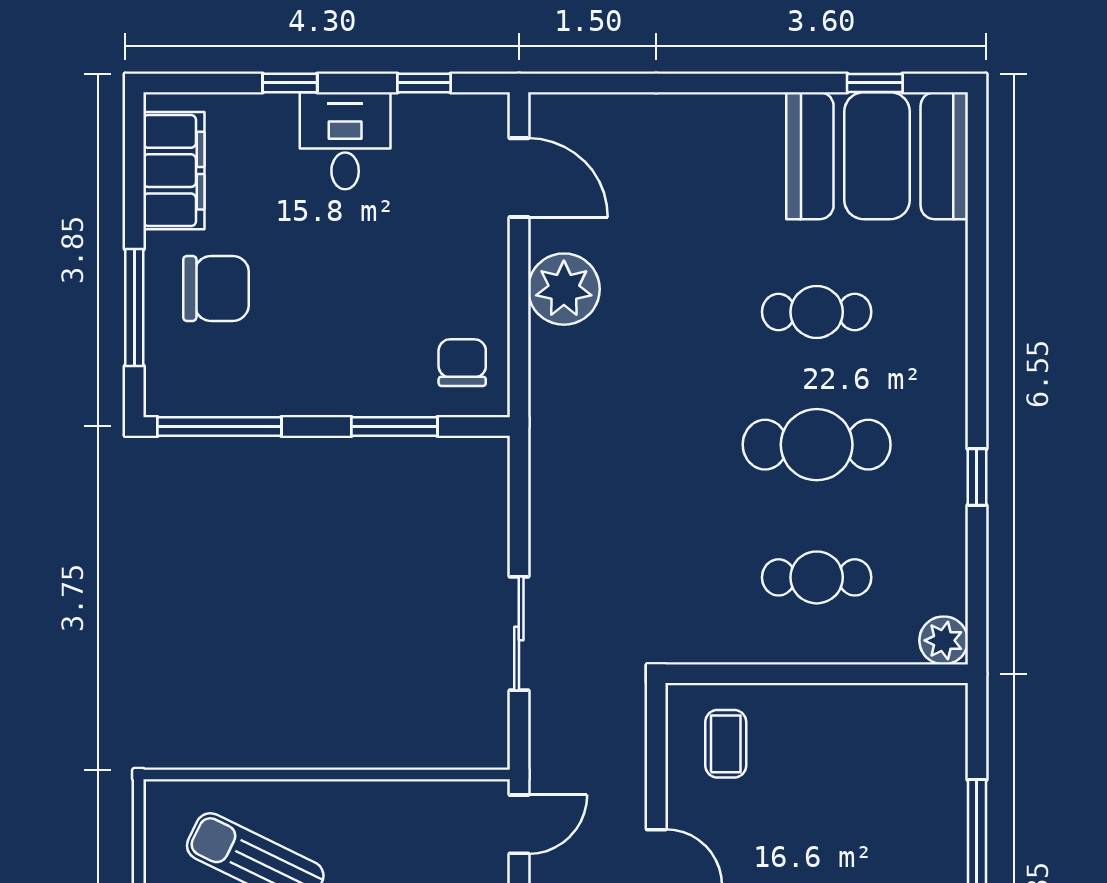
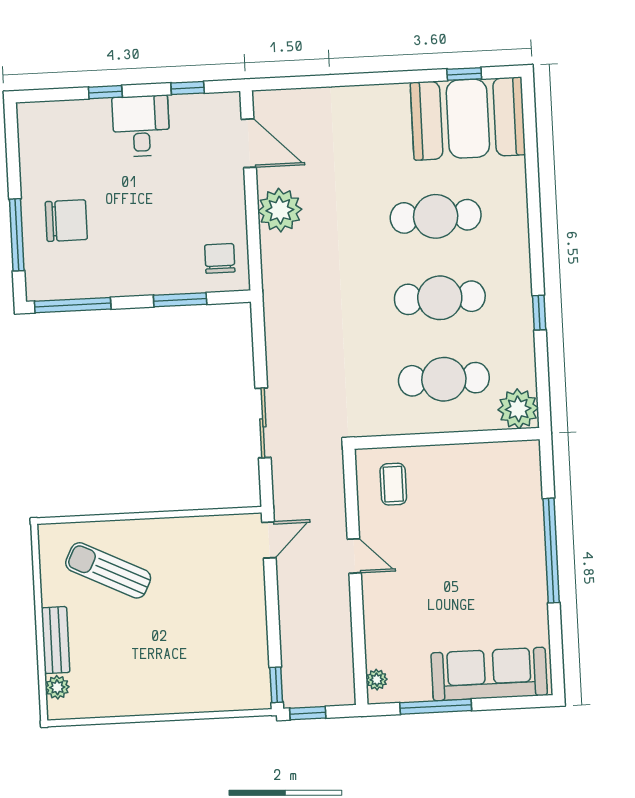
filing cabinet: (174, 171) -> (37, 150), removed
cafe table: (817, 312) -> (436, 216), width x1.37, depth x1.35
cafe table: (817, 577) -> (444, 379), width x1.37, depth x1.35
plant: (944, 640) -> (518, 409), width x1.36, depth x1.36

